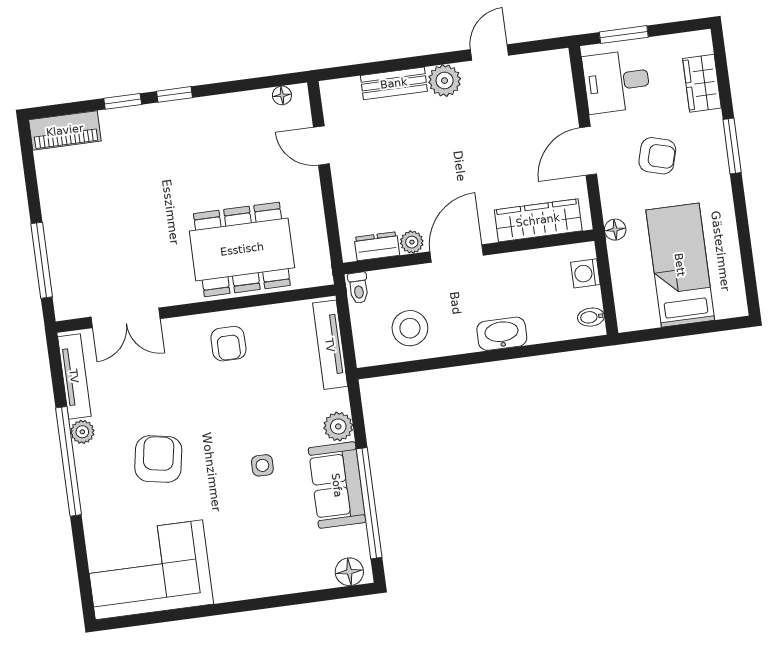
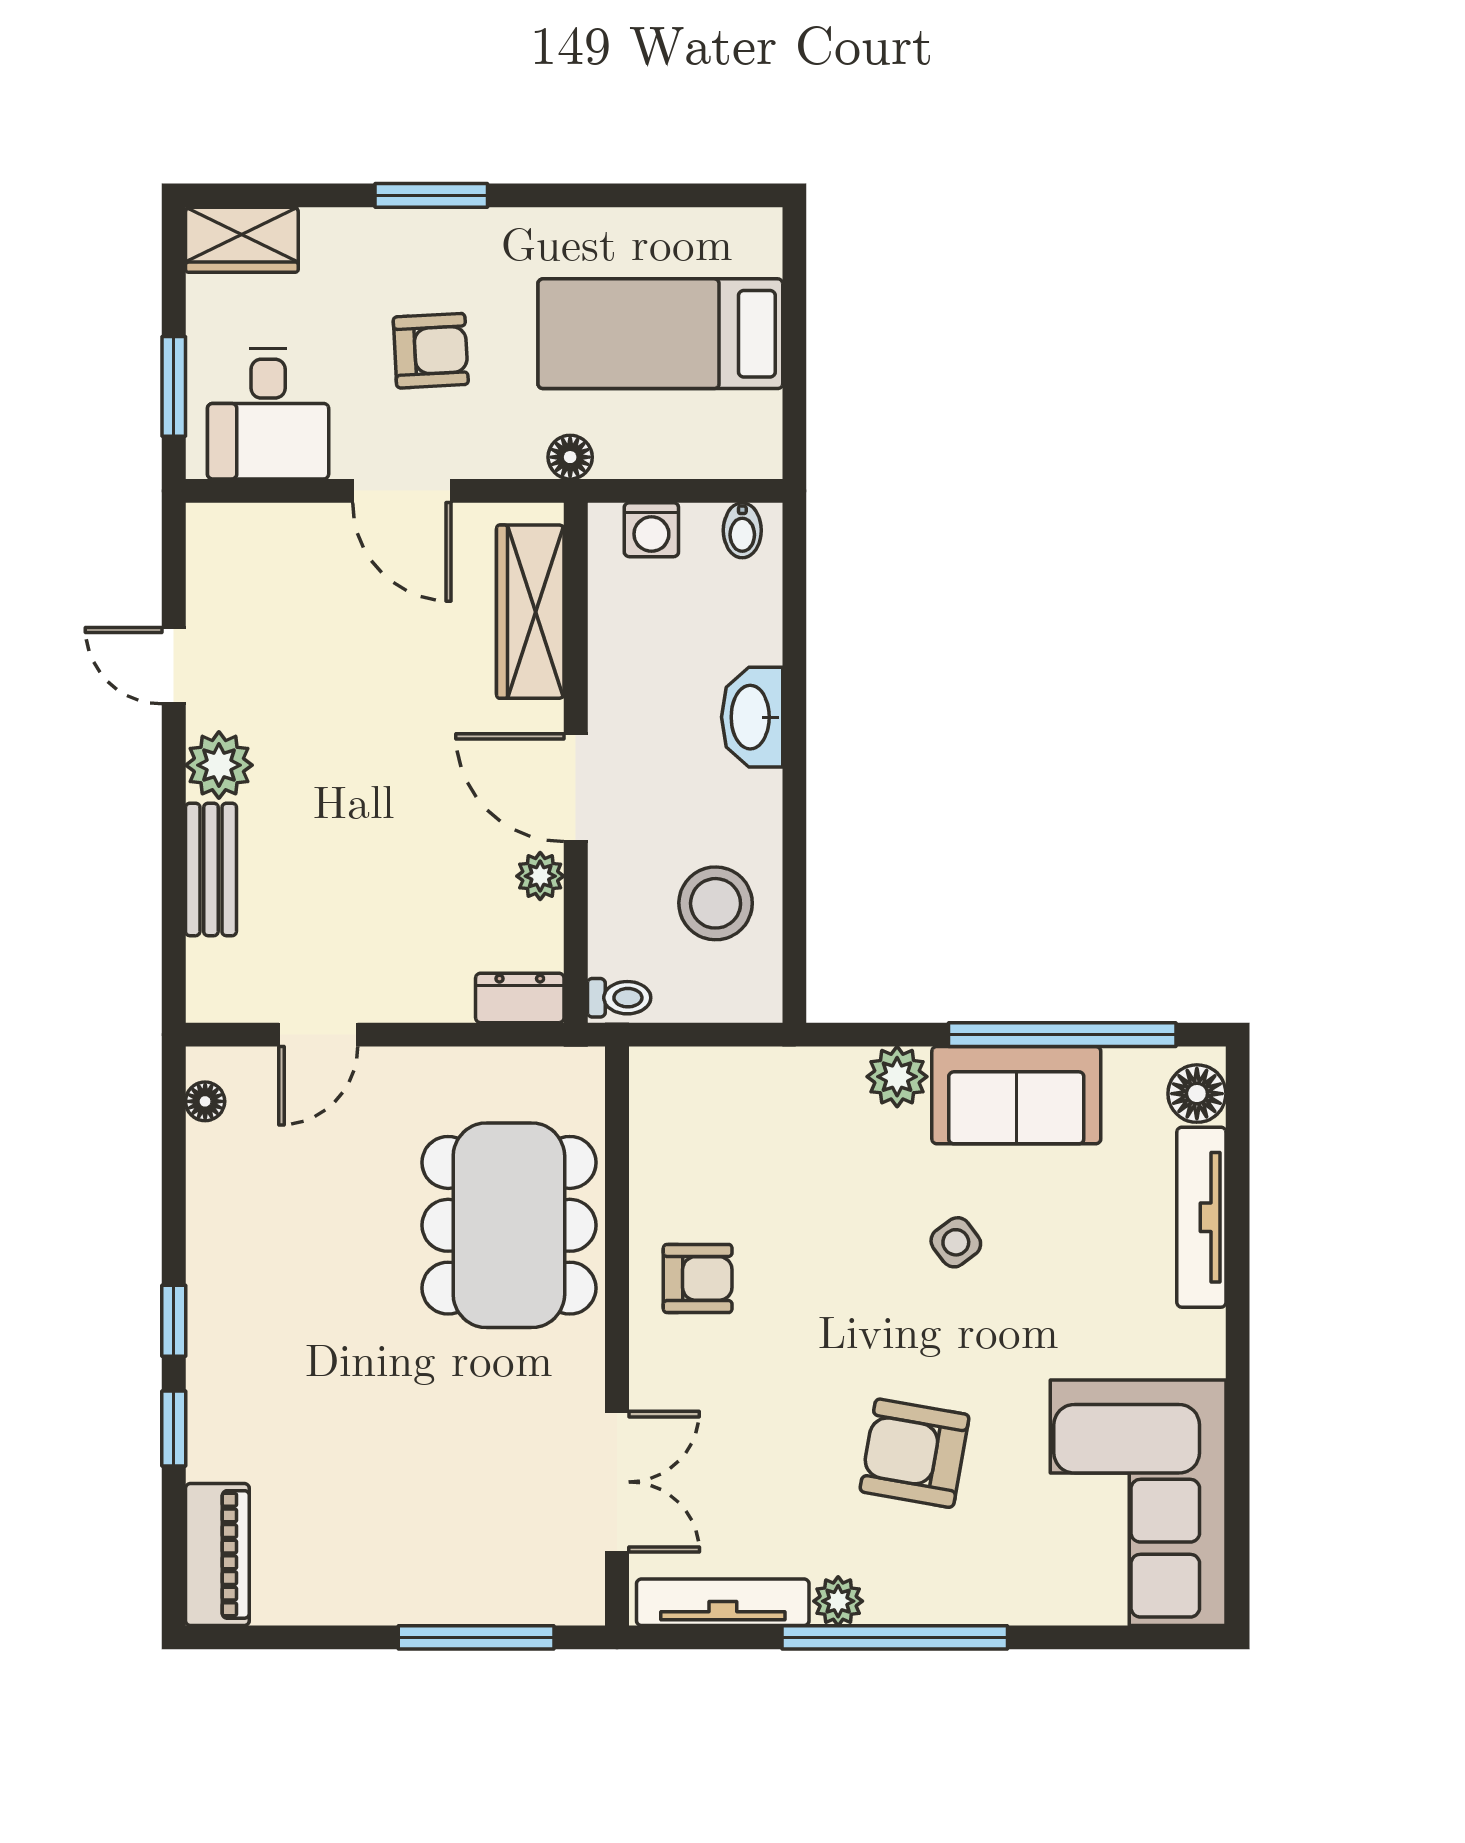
wardrobe: (702, 83) -> (242, 240), moved
armchair: (657, 156) -> (431, 351), turned 71
dresser: (377, 246) -> (520, 998), moved, turned 90
tv unit: (330, 345) -> (1201, 1217), moved, turned 90
side table: (262, 465) -> (956, 1242), turned -37

